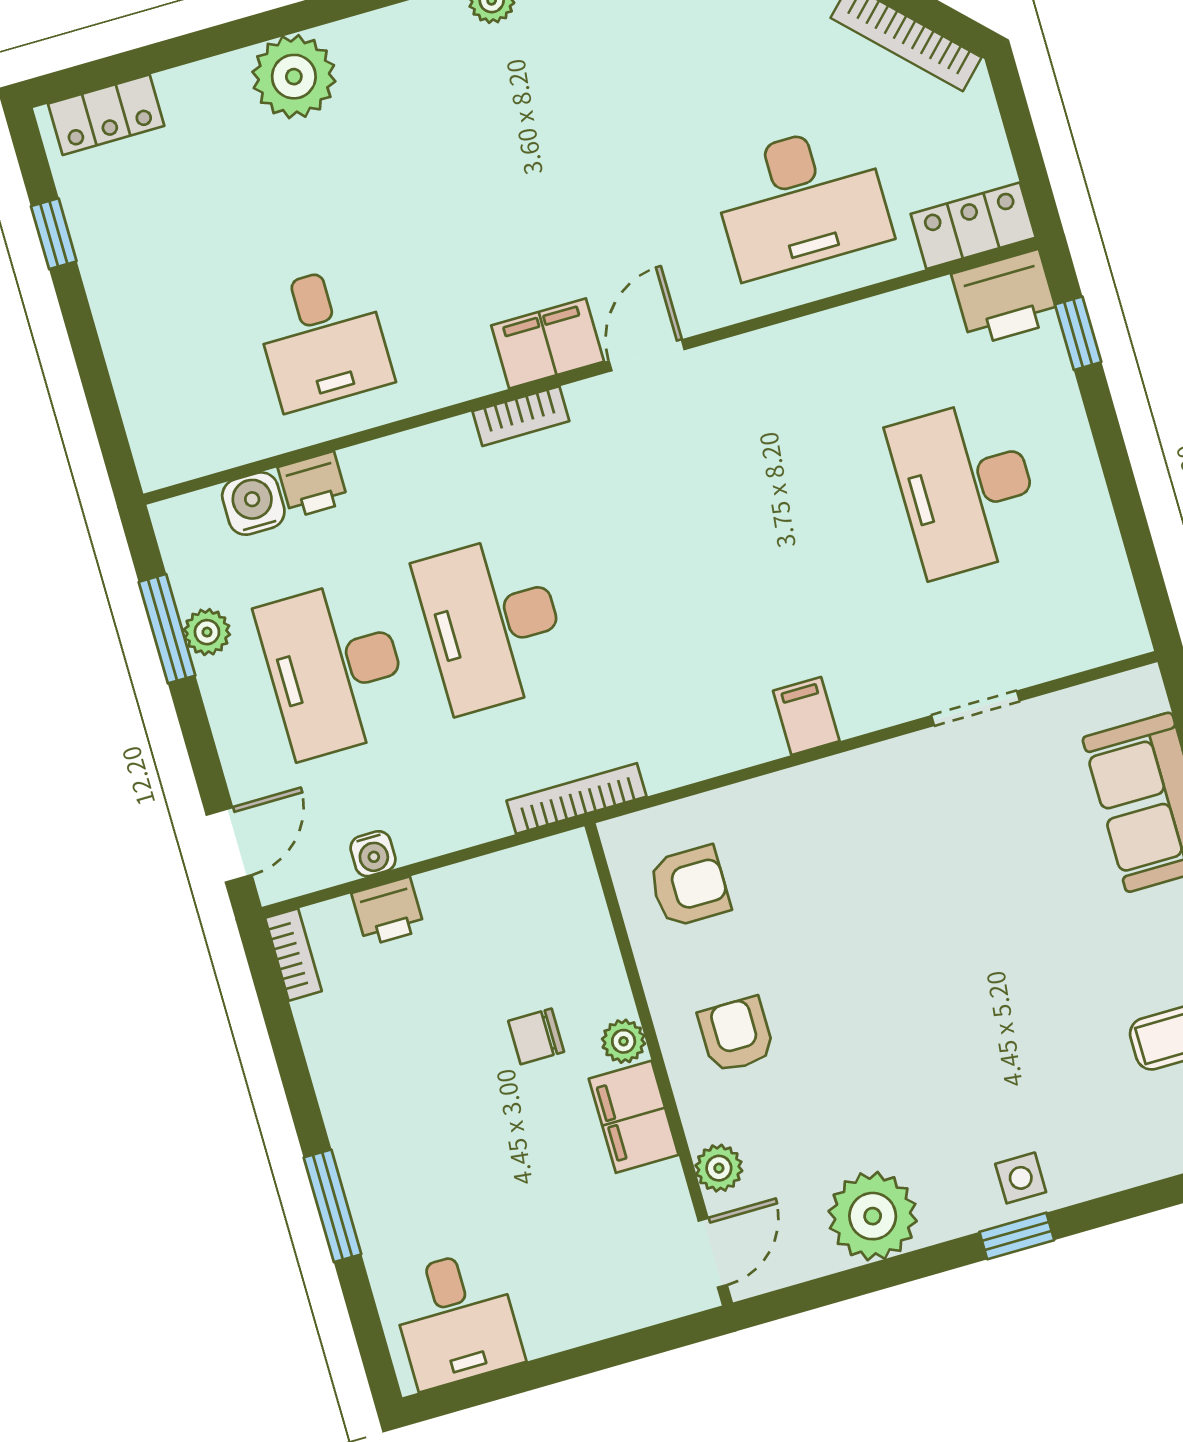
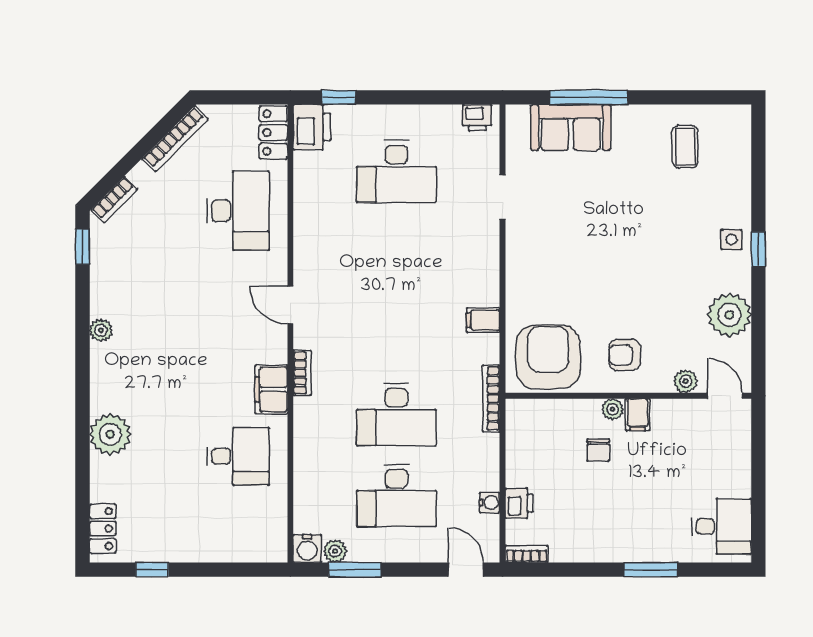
filing cabinet: (548, 343) -> (271, 389), moved
printer: (313, 485) -> (477, 118), moved, turned 90
water cooler: (253, 504) -> (307, 548), moved, turned -90
plant: (207, 632) -> (335, 551), moved
filing cabinet: (806, 716) -> (483, 320), moved
armchair: (689, 886) -> (548, 357), width x1.88, depth x1.88
filing cabinet: (634, 1117) -> (638, 415), width x0.50

